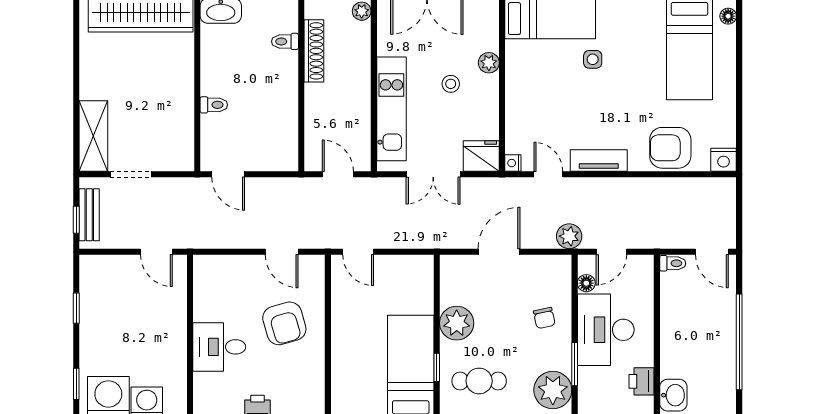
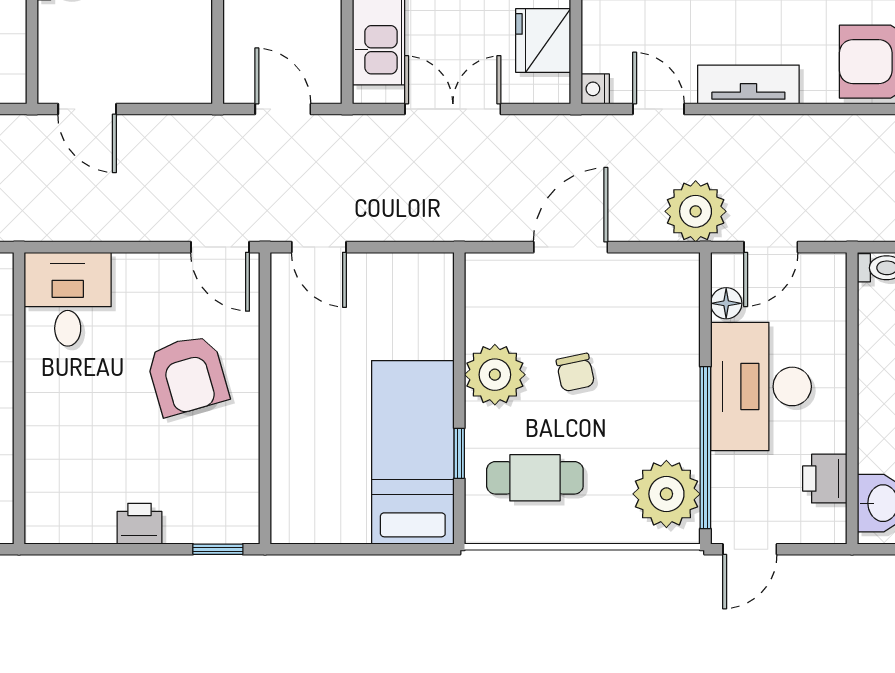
fridge: (481, 156) -> (543, 41), moved, turned -90
double door: (433, 174) -> (453, 109), swing flipped
plant: (569, 236) -> (696, 211), width x1.36, depth x1.36
door: (282, 252) -> (220, 247), moved
chair: (544, 318) -> (575, 372), moved
desk: (219, 347) -> (68, 299), moved, turned 90
window: (575, 364) -> (705, 448), width x2.11

